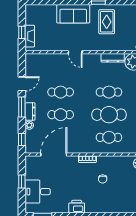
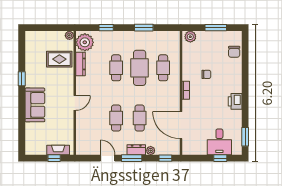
rug: (107, 22) -> (59, 59), moved
window: (22, 181) -> (220, 158), moved
chair: (124, 206) -> (234, 52), added

